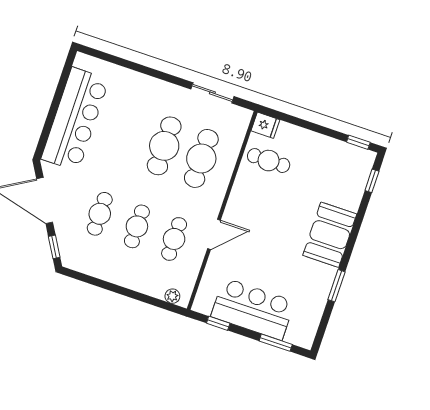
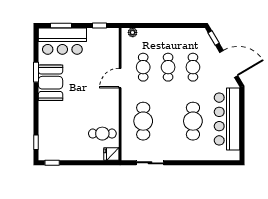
cafe table: (164, 146) -> (193, 121), moved
booth: (330, 235) -> (51, 83), moved
bar counter: (253, 309) -> (62, 41), moved

